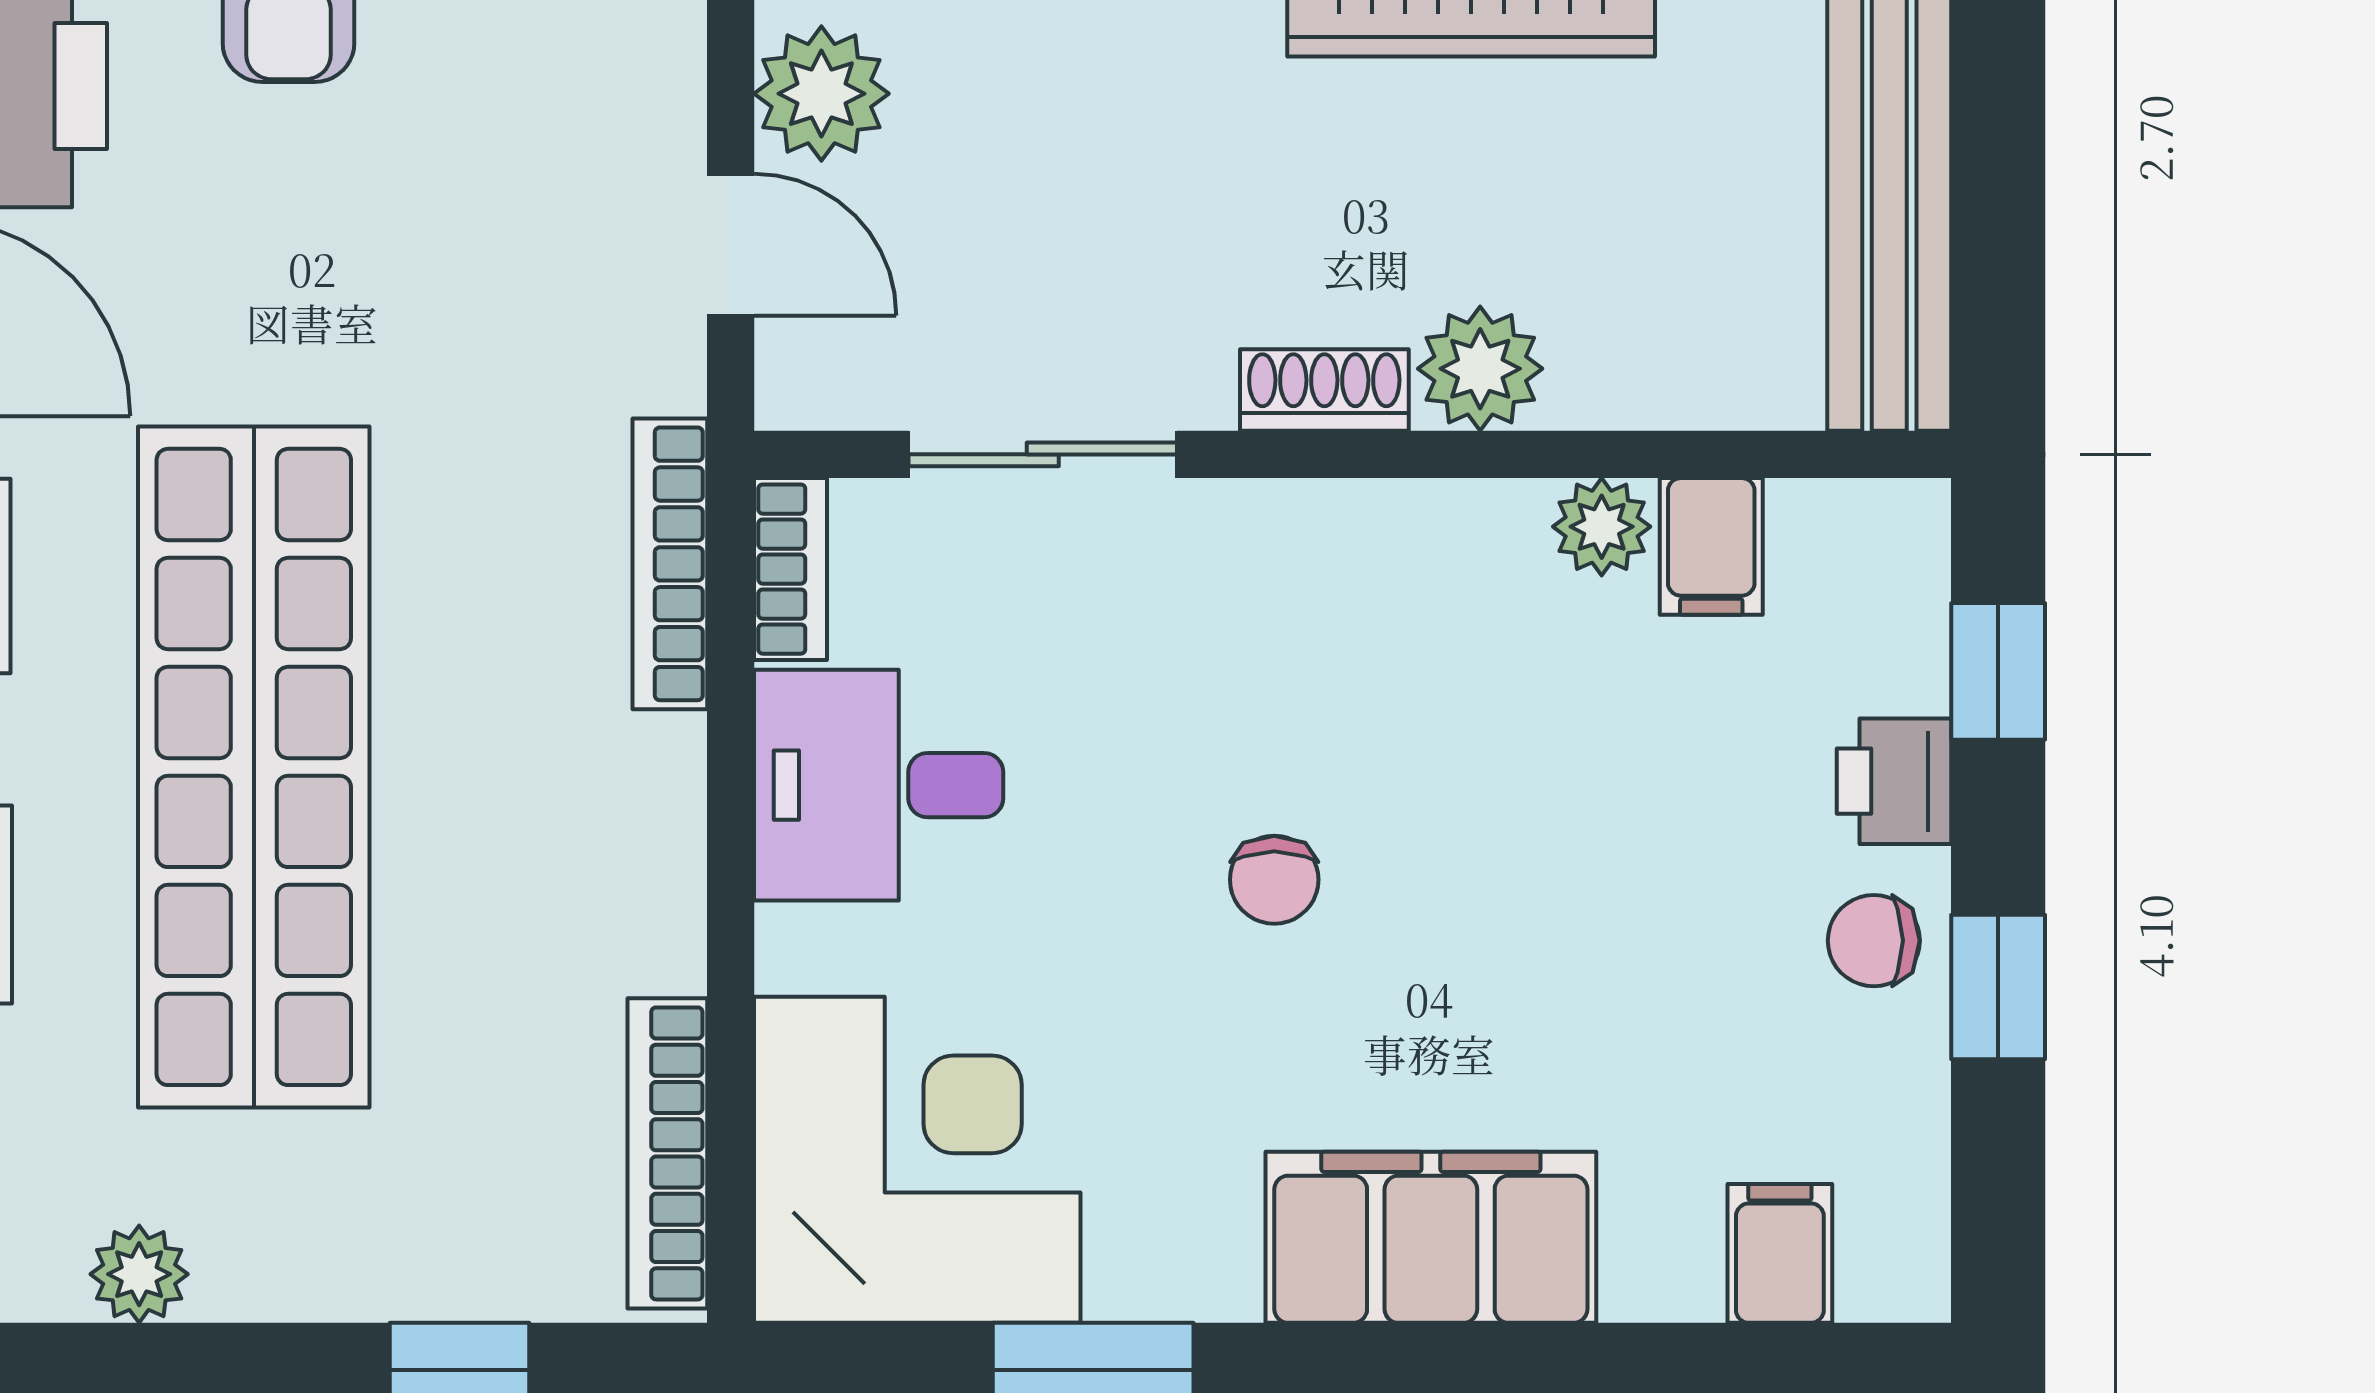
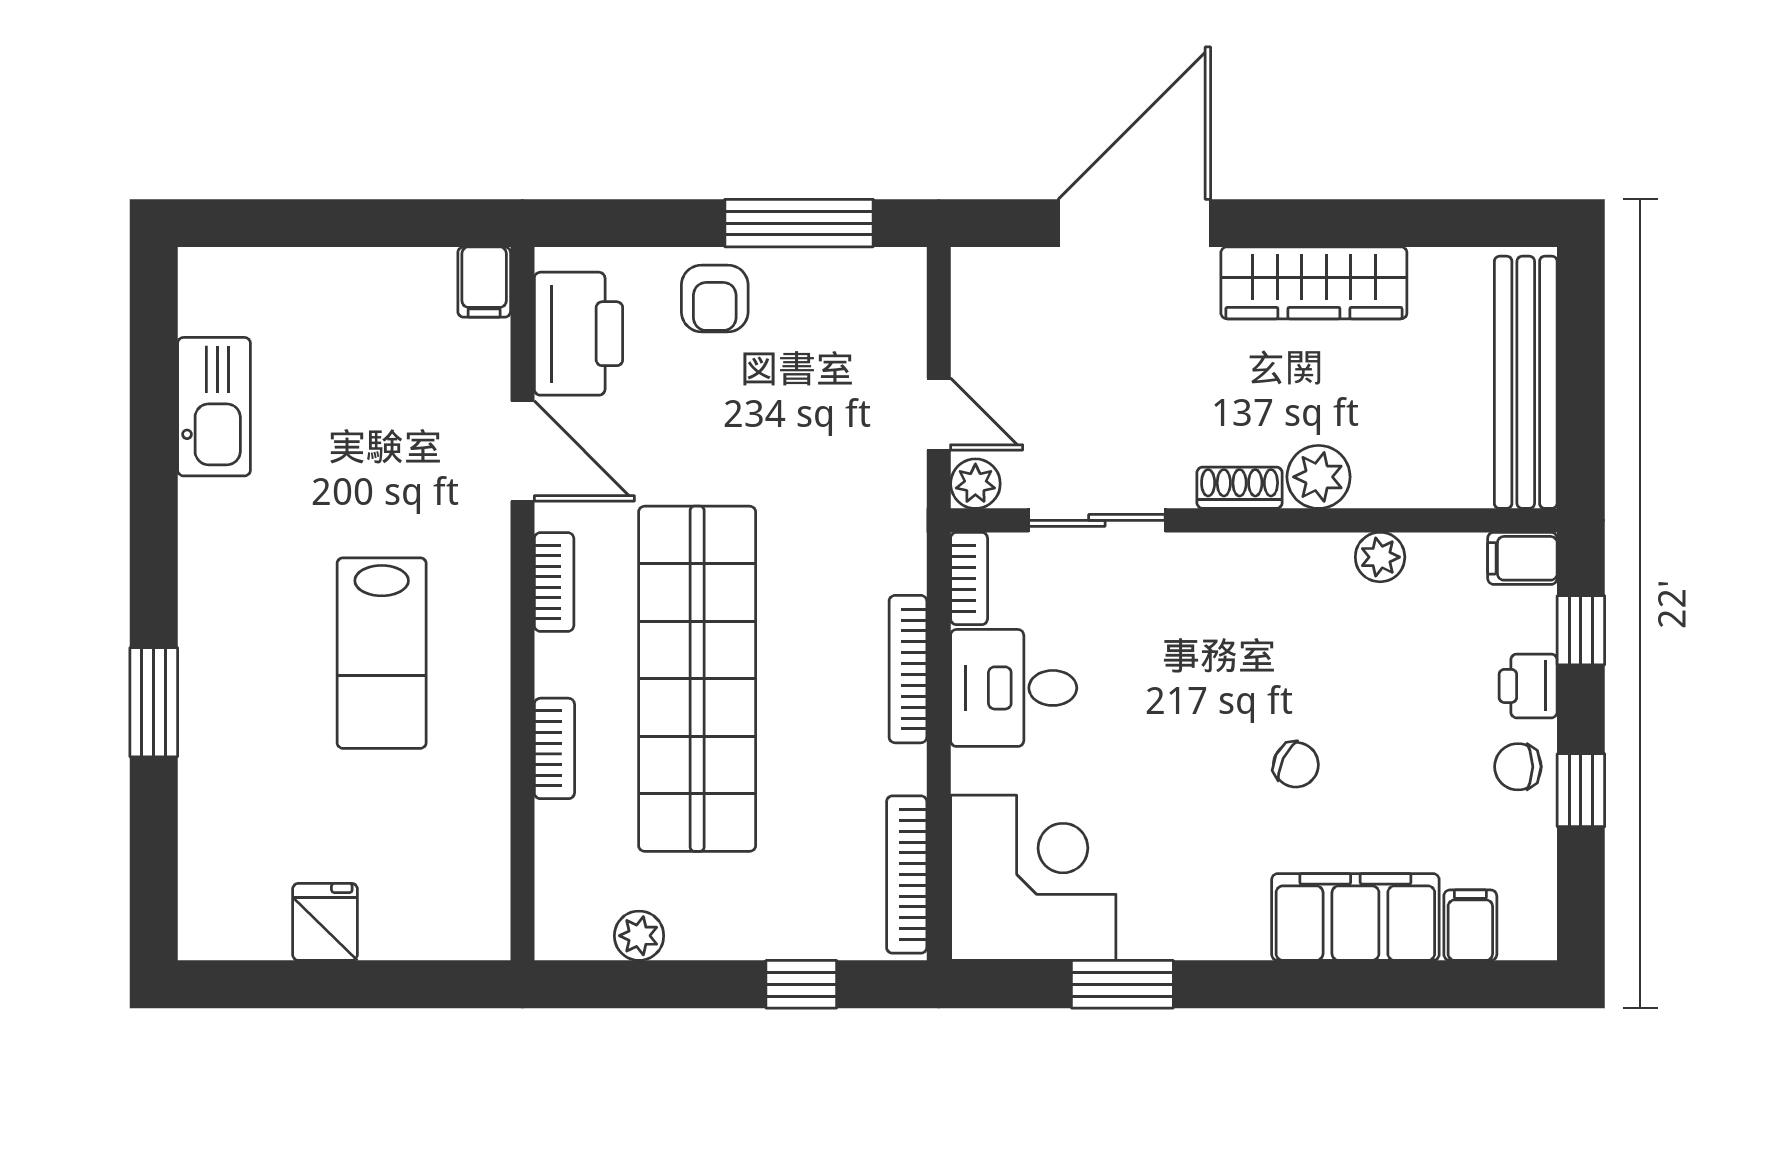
plant: (821, 94) -> (975, 484), moved, width x0.73, depth x0.73
filing cabinet: (1711, 546) -> (1522, 558), moved, turned 90
bookcase: (670, 564) -> (908, 669), moved
chair: (1274, 880) -> (1296, 765), moved, turned -64
filing cabinet: (1431, 1237) -> (1355, 917), moved

